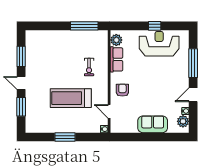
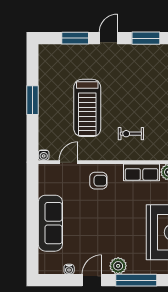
door: (193, 95) -> (92, 280), hinge flipped
treadmill: (71, 98) -> (87, 108), turned 180
plant: (183, 121) -> (118, 266), moved
sofa: (153, 124) -> (50, 223), width x1.36

